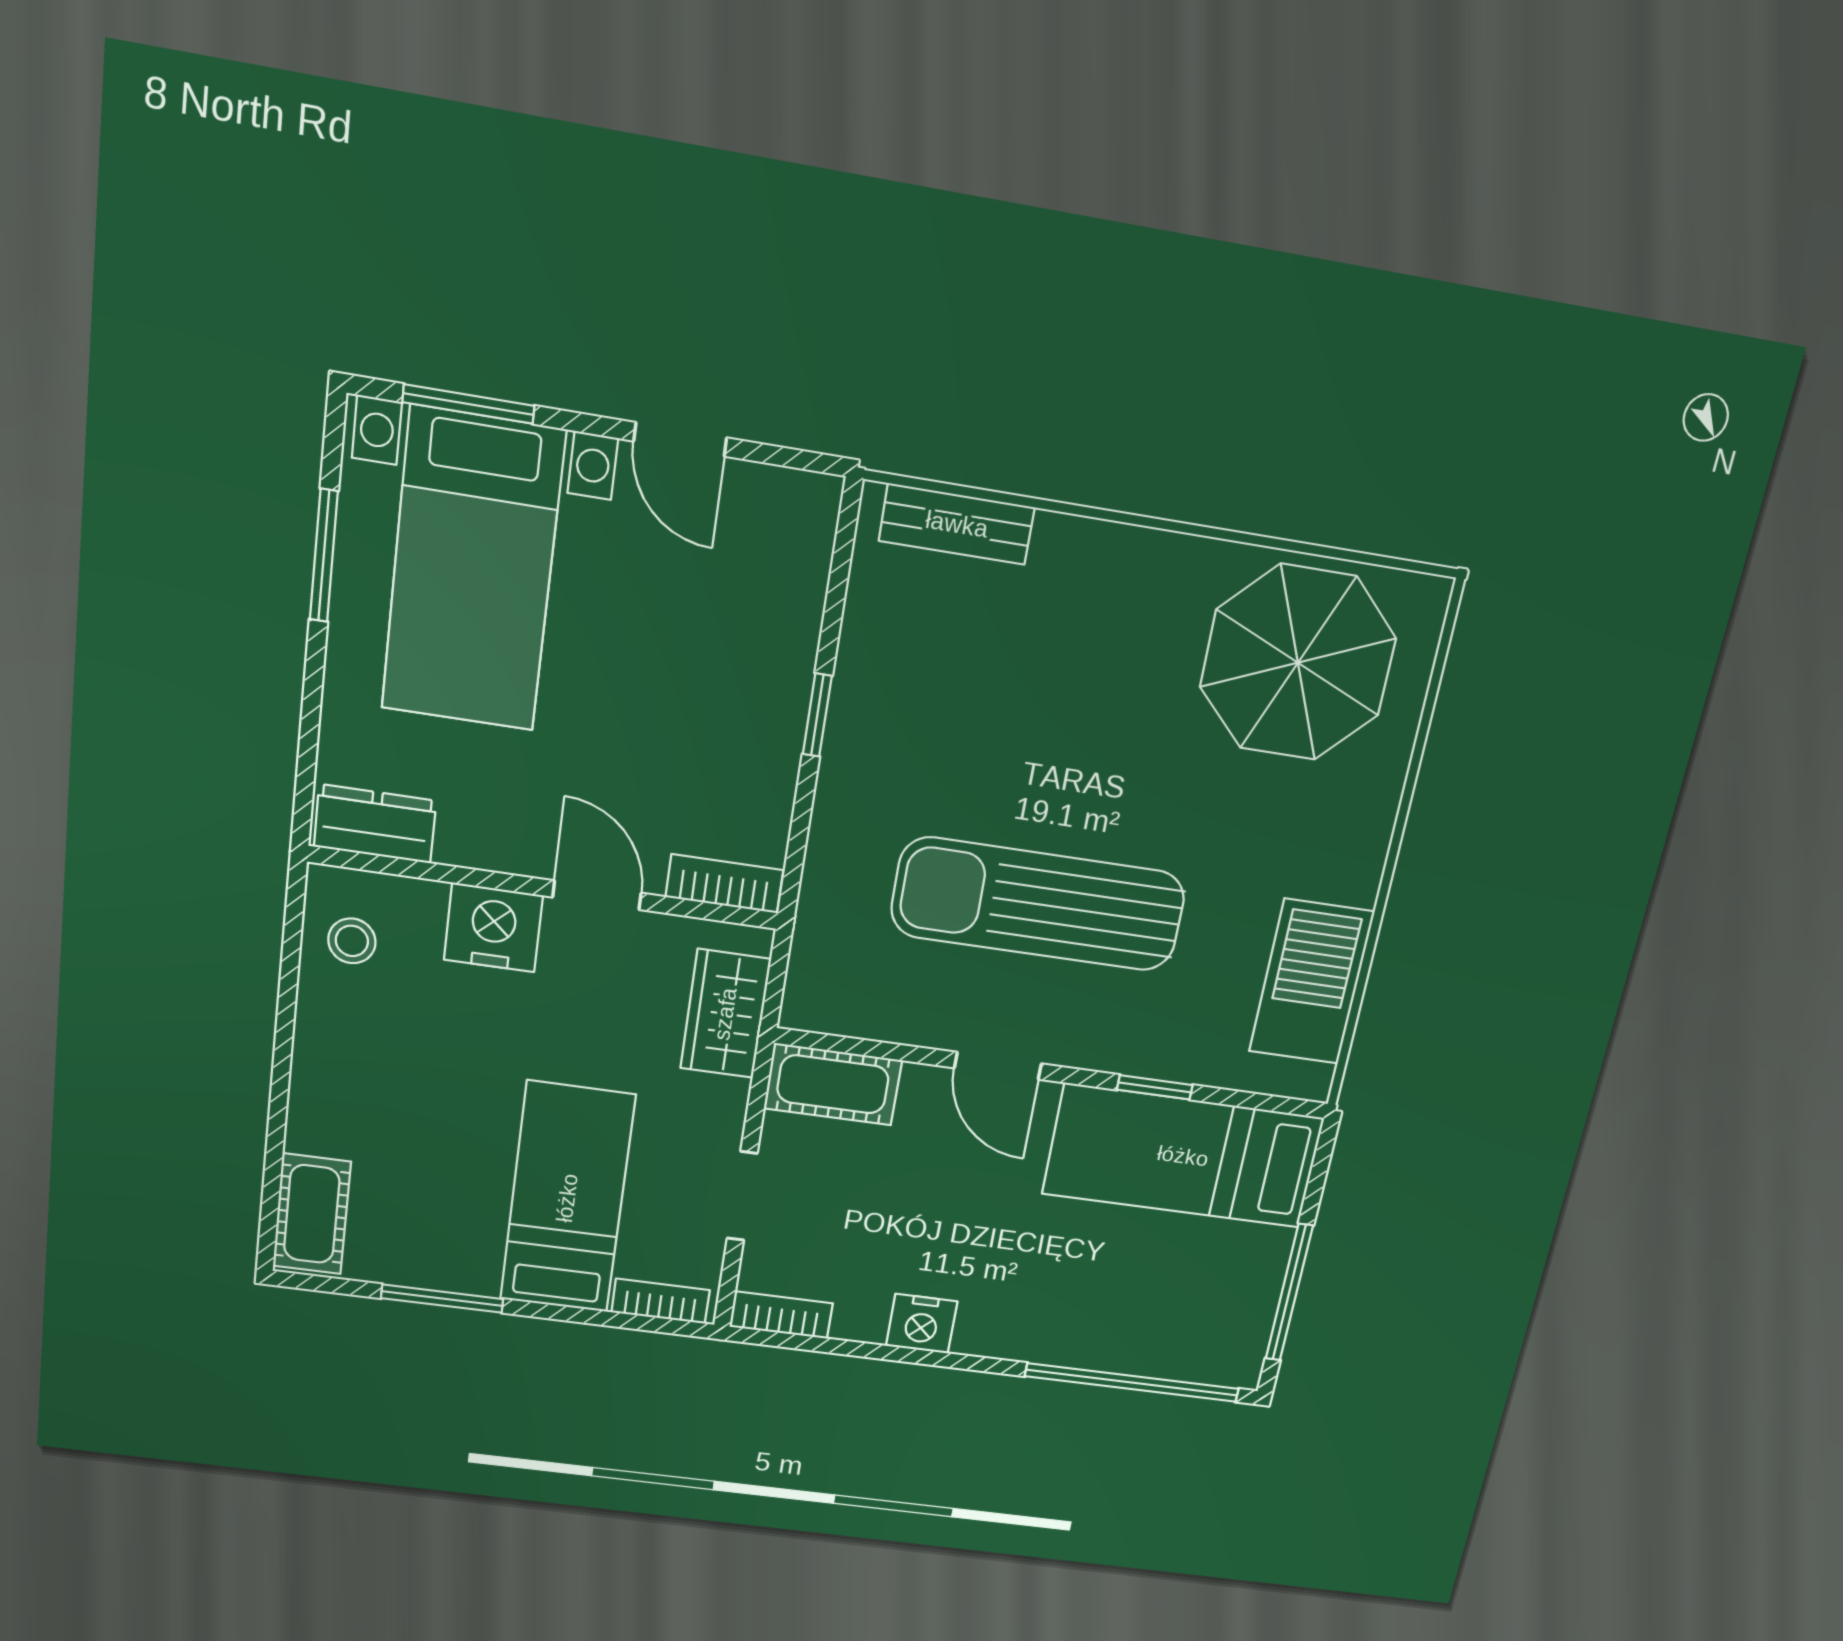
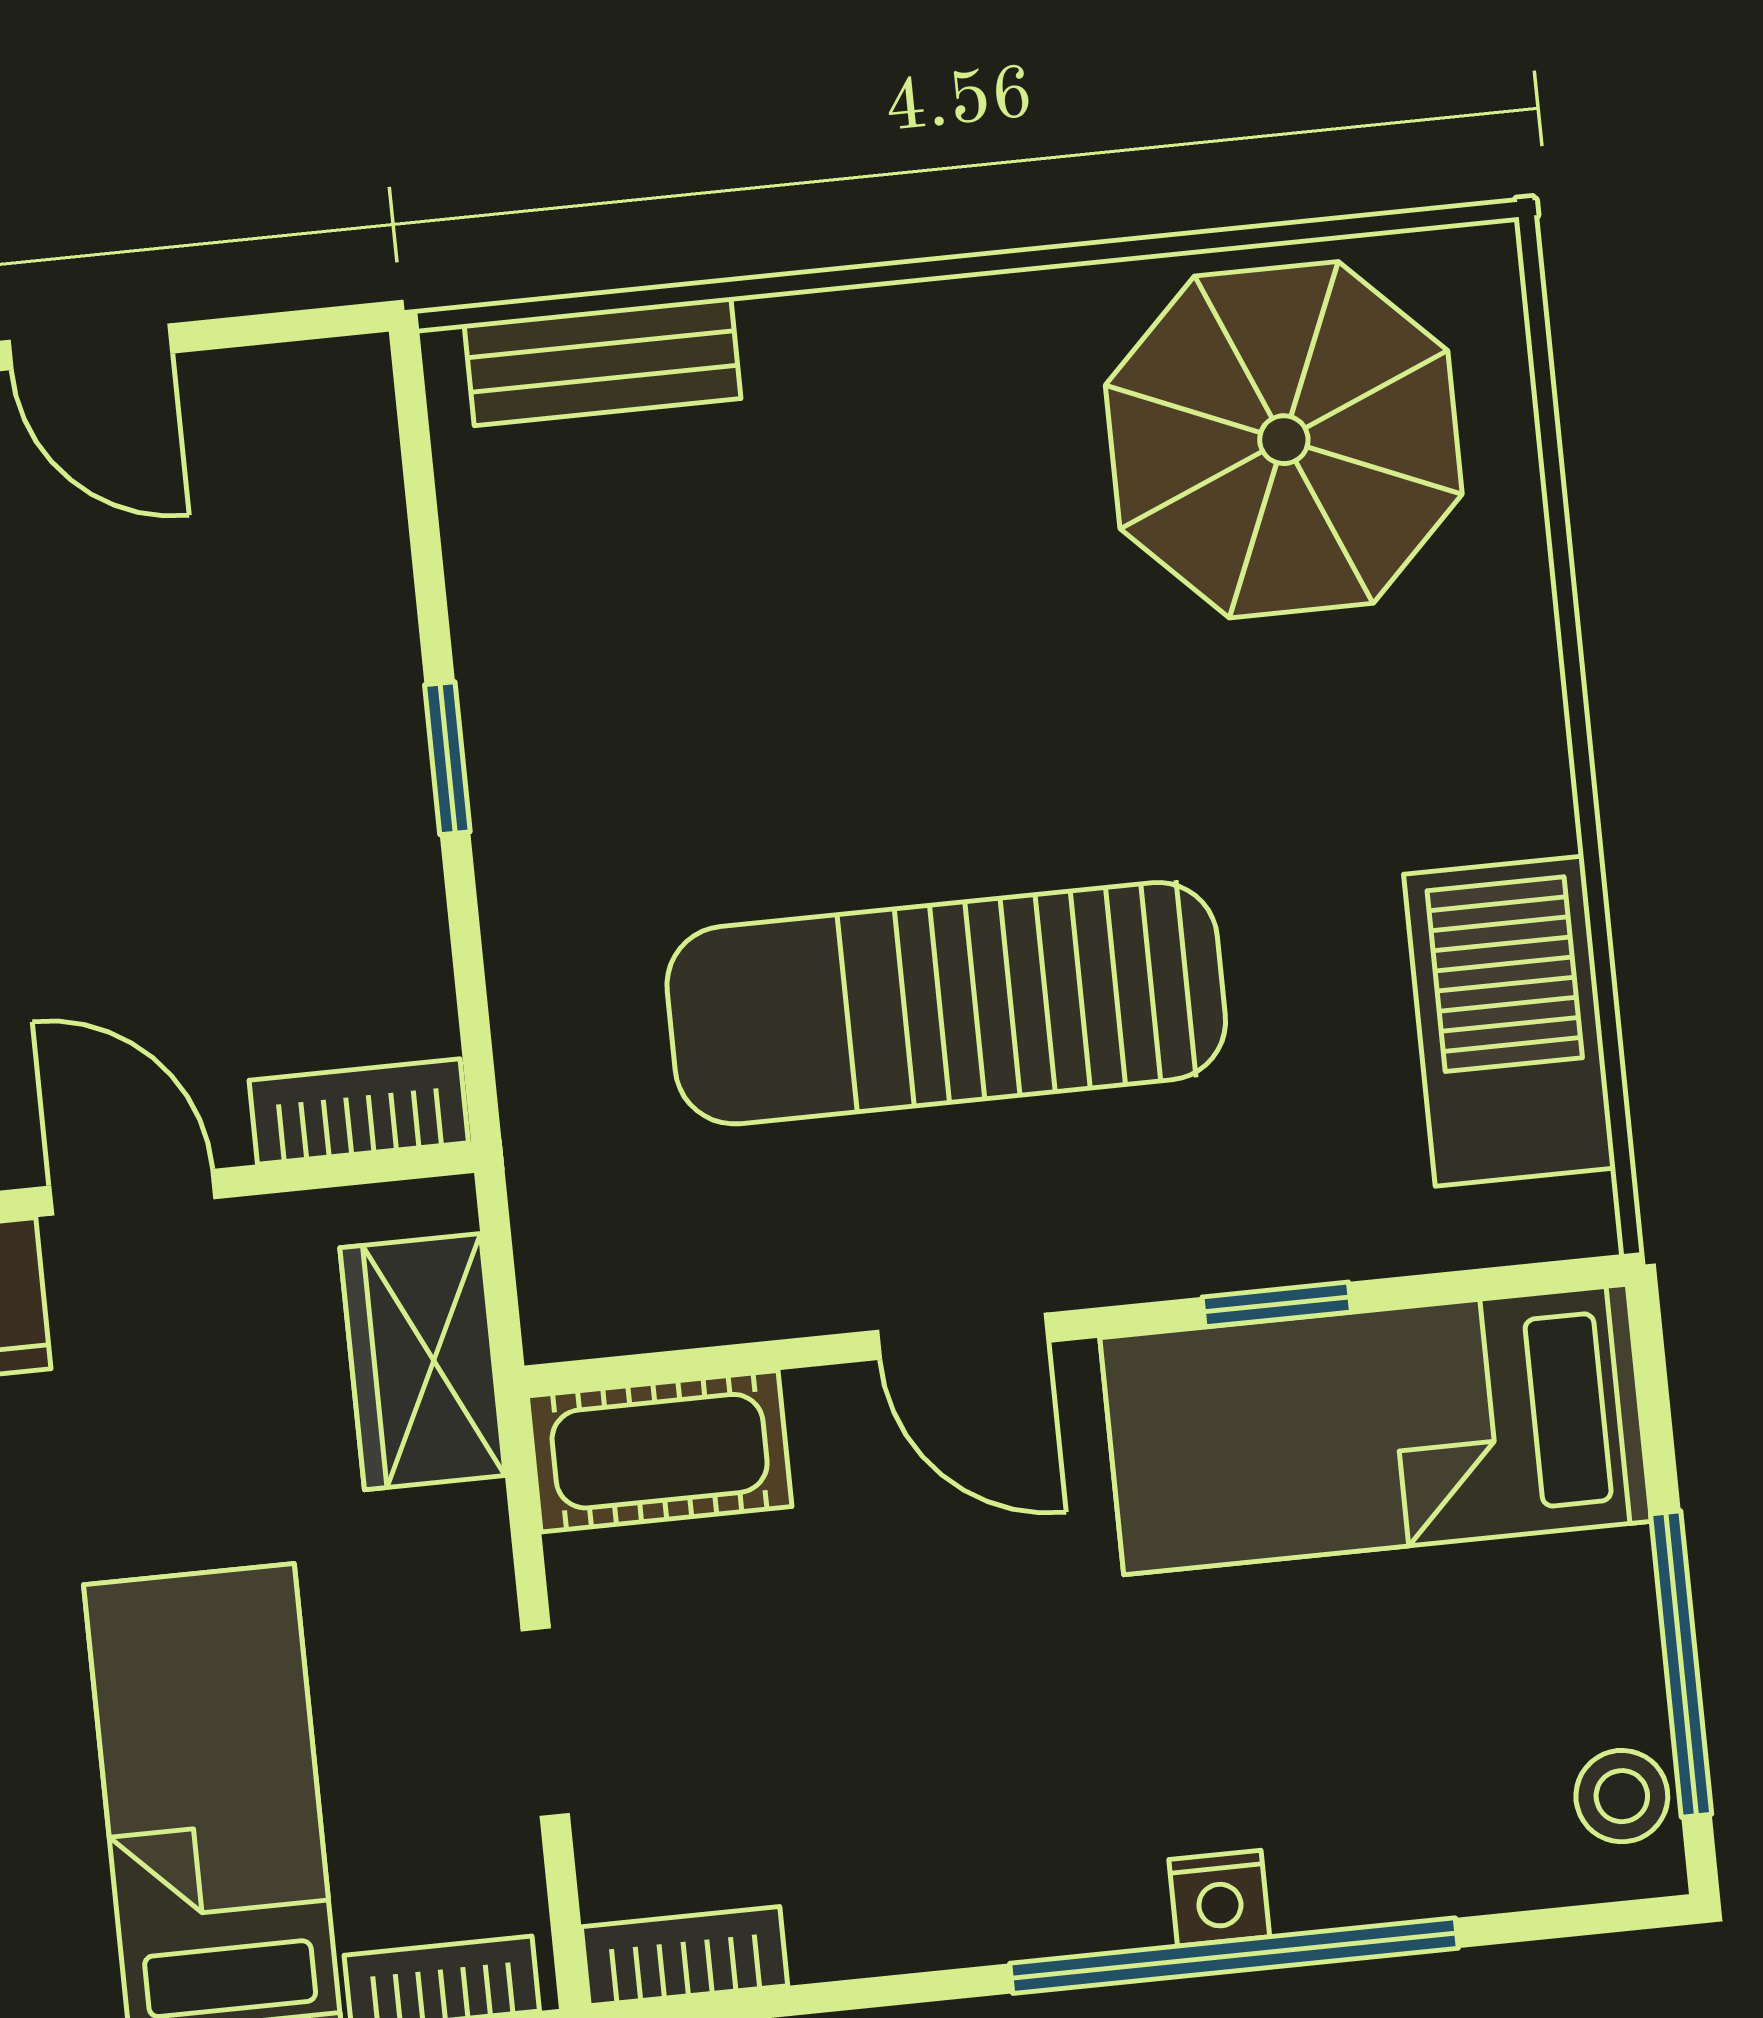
nightstand: (922, 1324) -> (1219, 1898), moved, width x0.72, depth x0.74
stool: (1242, 1343) -> (1622, 1796), added
window: (1132, 1383) -> (1234, 1956), moved

